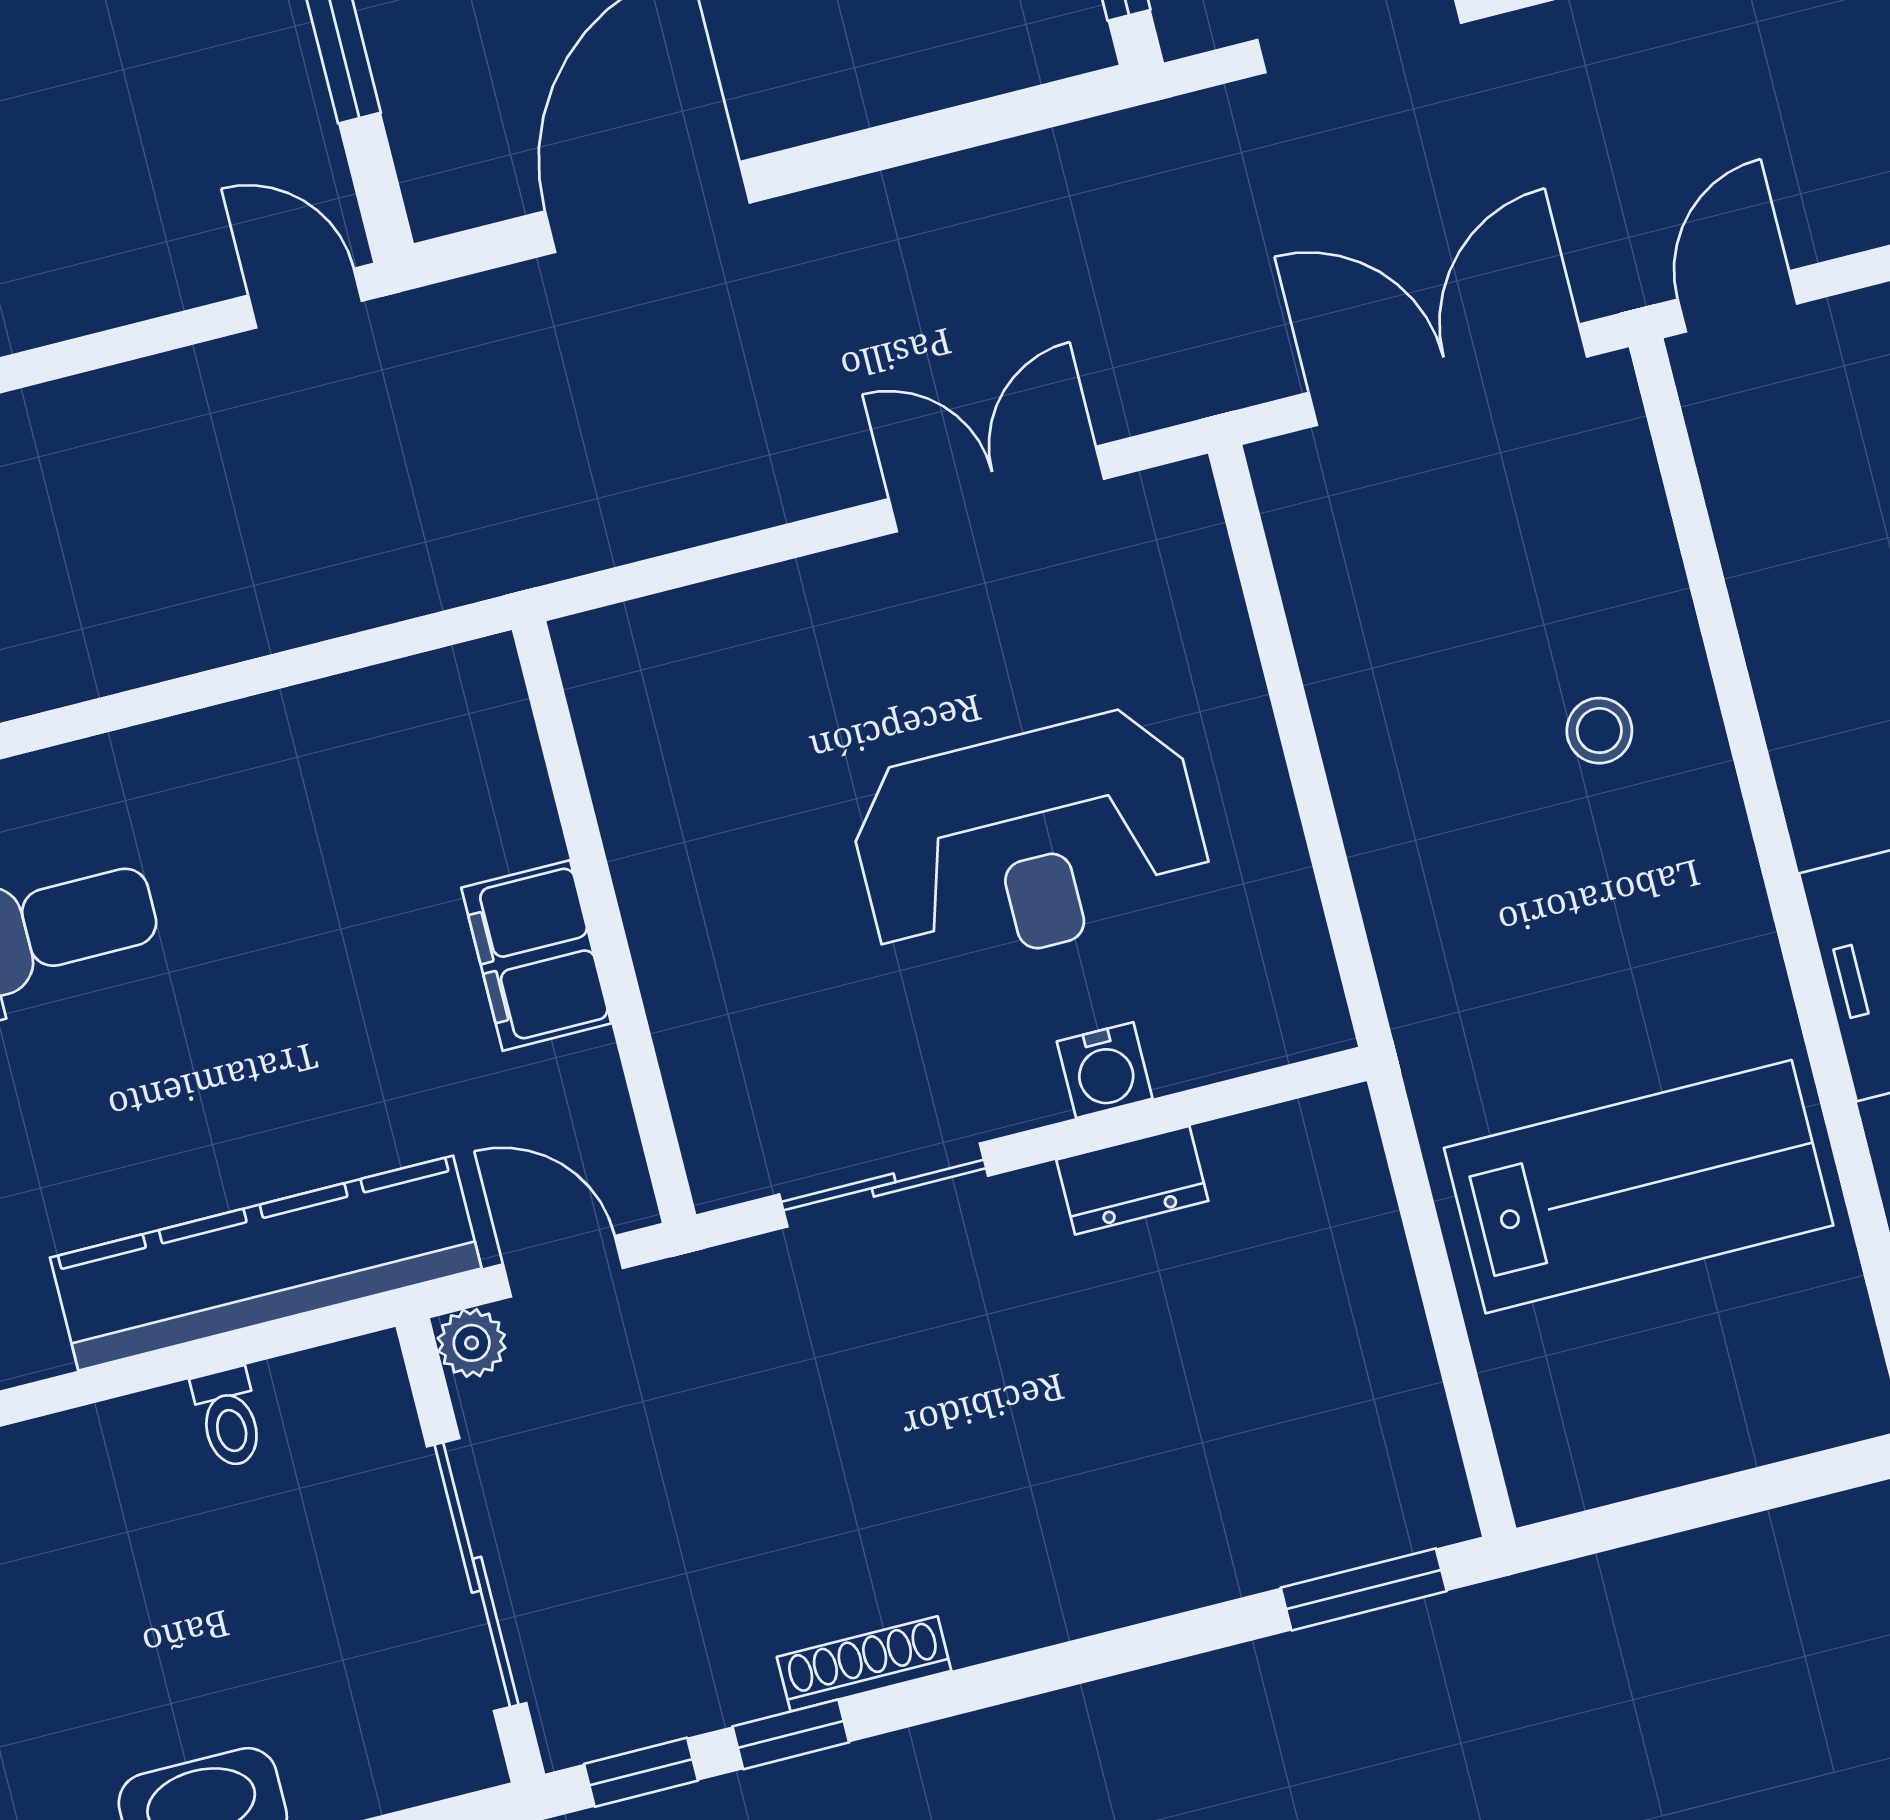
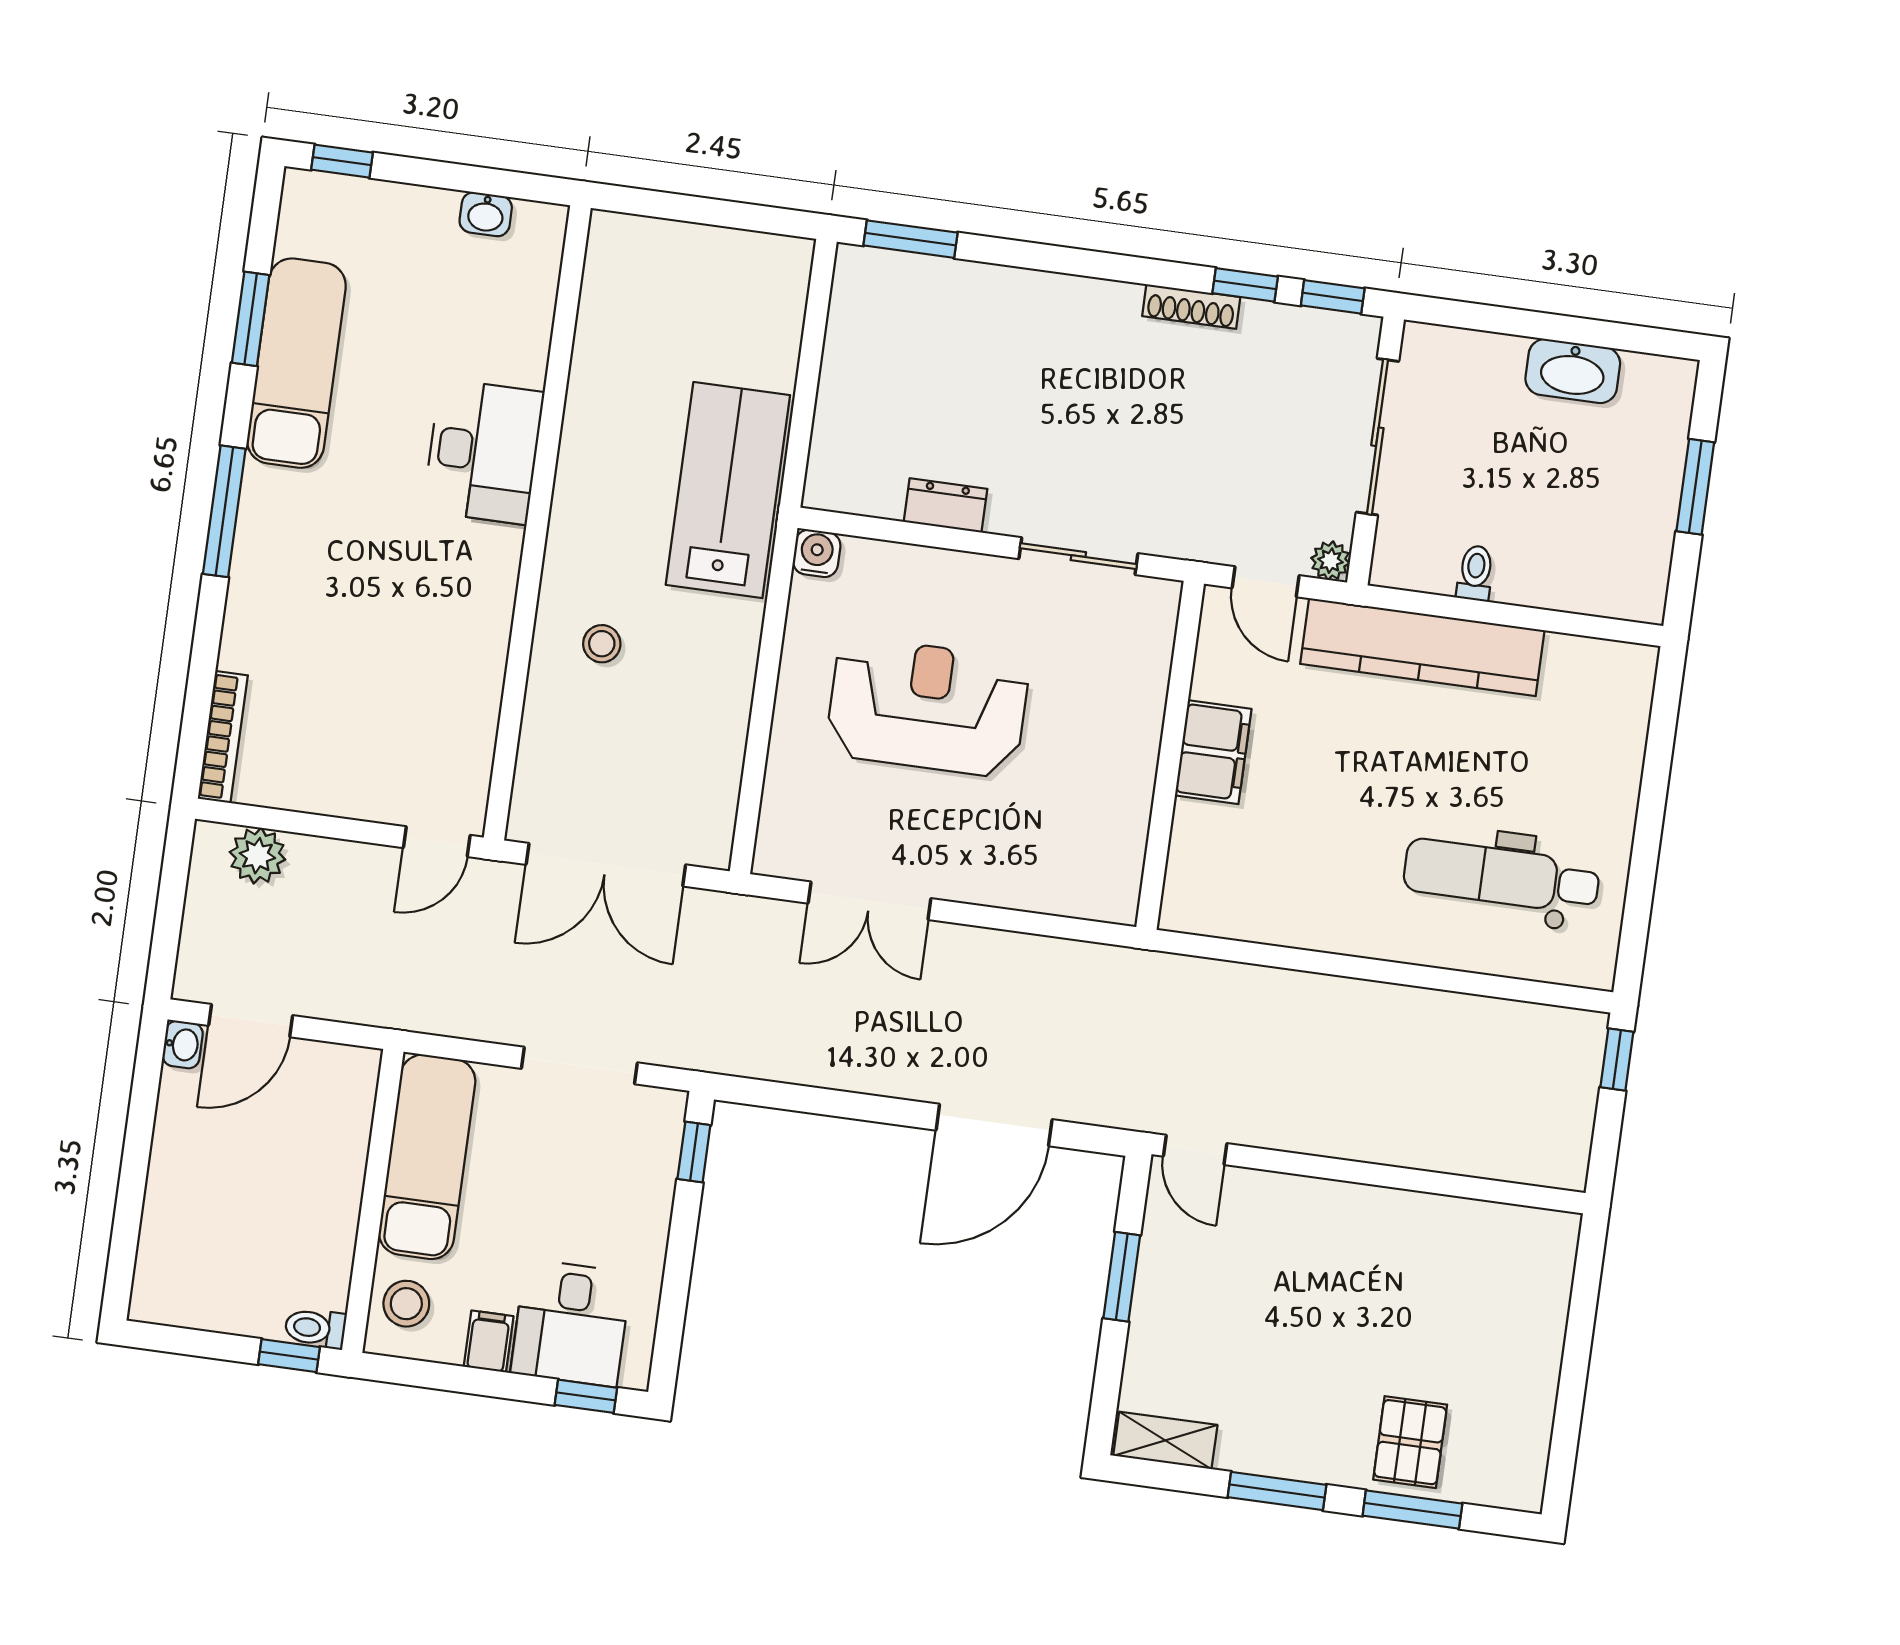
water cooler: (1105, 1070) -> (817, 553), moved
lab bench: (1639, 1187) -> (728, 490), moved, turned 90

